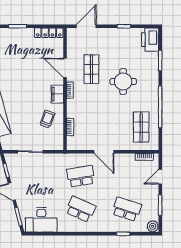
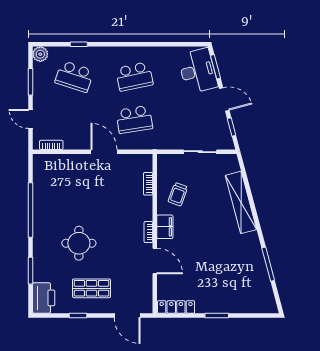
door: (86, 26) -> (127, 315), hinge flipped
shop shelf: (91, 69) -> (92, 288), moved, turned 90
shop shelf: (141, 127) -> (55, 184), removed
door: (160, 177) -> (31, 119), swing flipped
school desk: (81, 209) -> (134, 76), turned -36
desk: (41, 220) -> (198, 71), moved, turned 75

